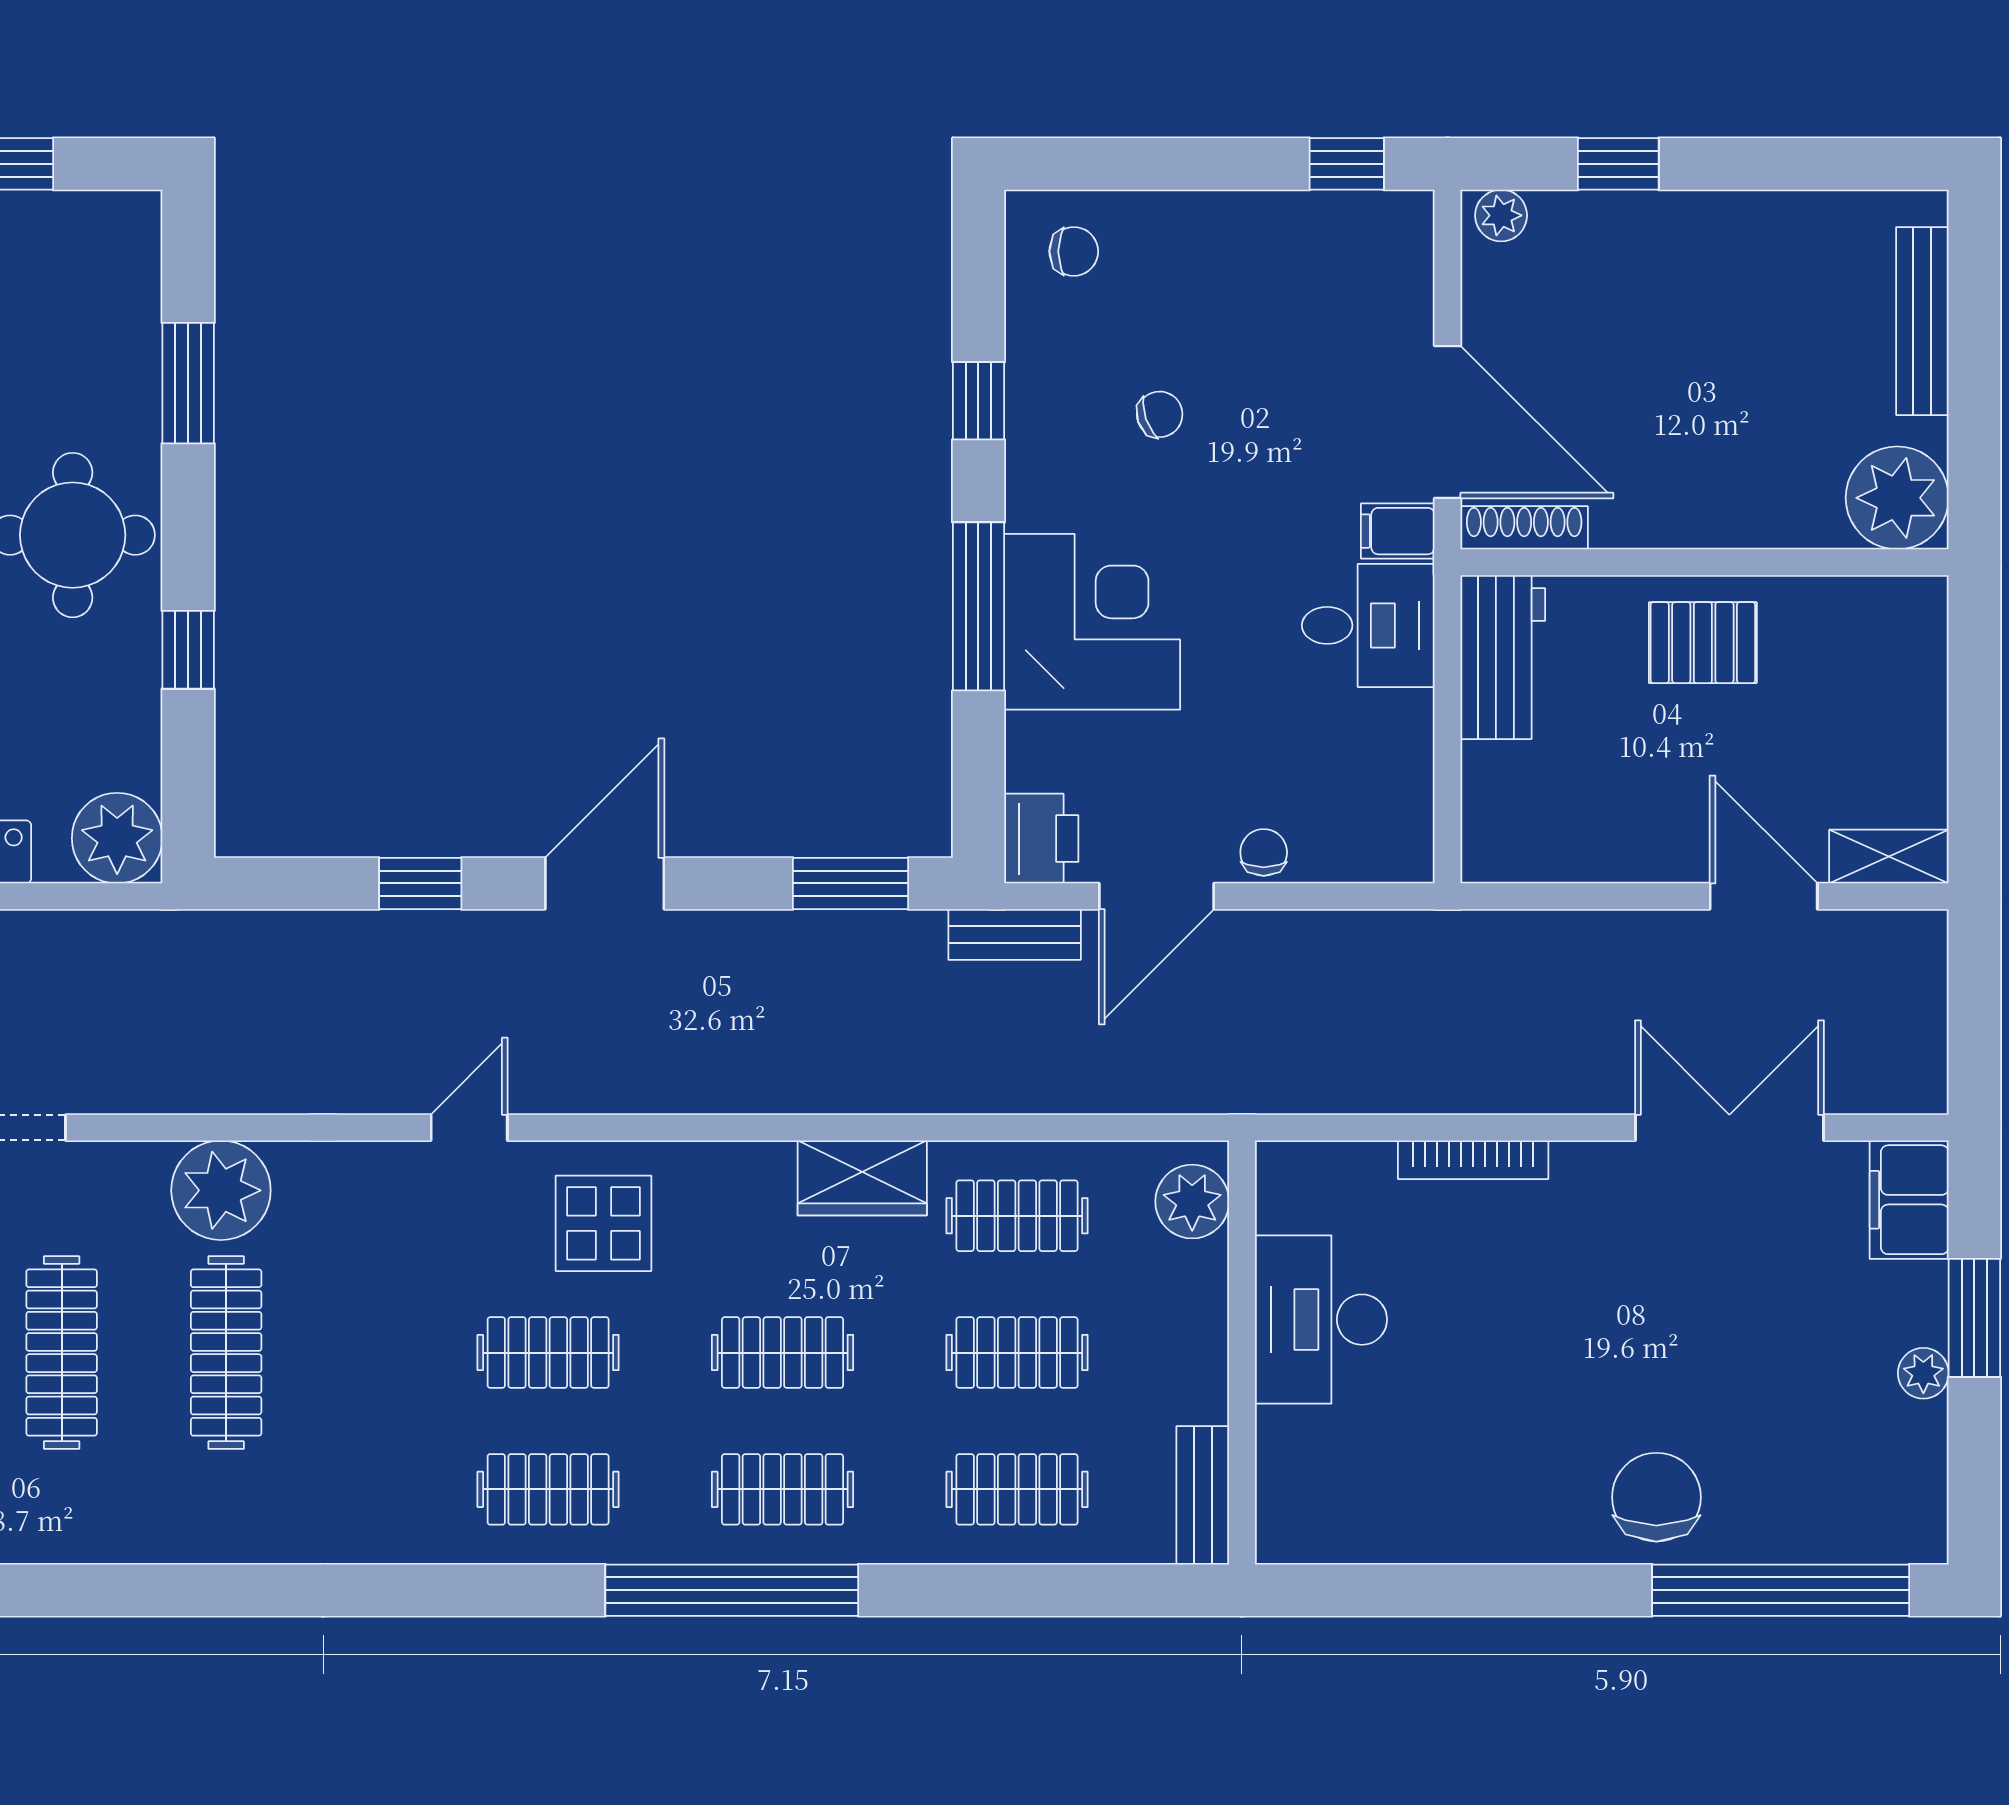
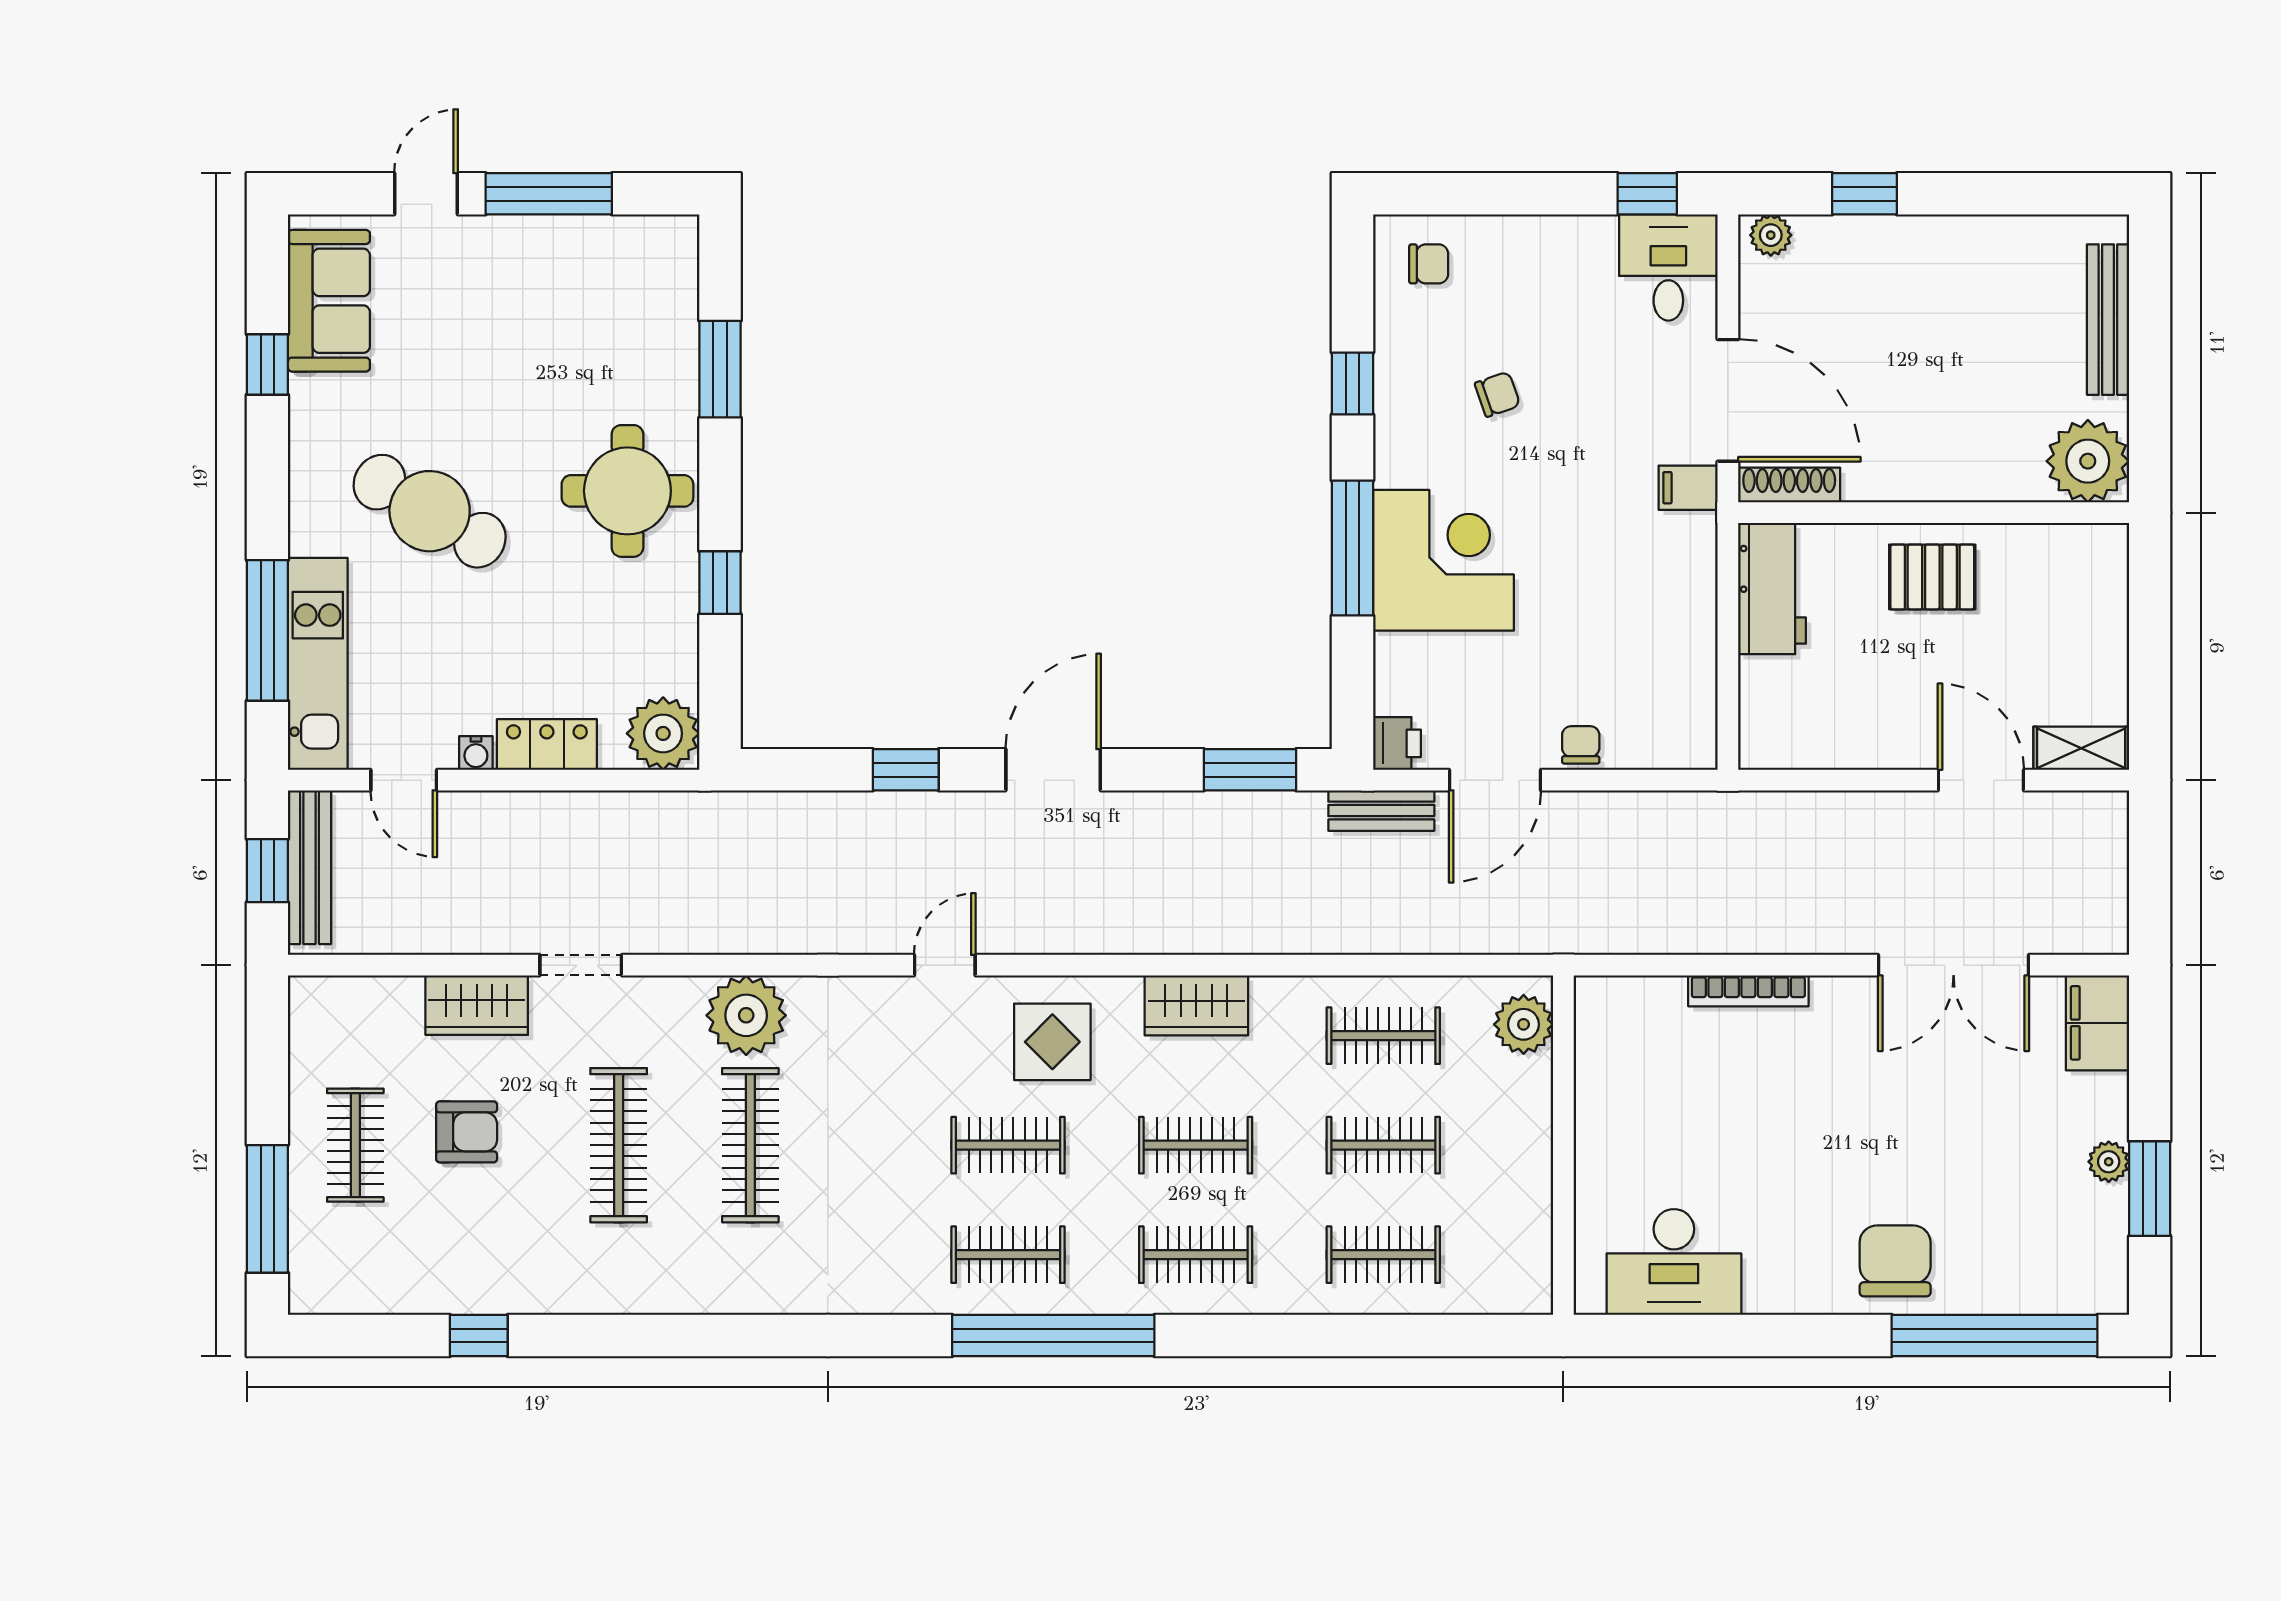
desk: (1368, 625) -> (1668, 267), moved, turned -90
printer: (1041, 839) -> (1397, 743), width x0.73, depth x0.81
double door: (1729, 1128) -> (1954, 965), swing flipped
wardrobe: (862, 1178) -> (1196, 1005), moved
window: (1974, 1318) -> (2150, 1189), moved
desk: (1321, 1320) -> (1674, 1262), moved, turned -90
bench: (1203, 1495) -> (1532, 1260), removed
window: (732, 1590) -> (1053, 1335), moved

